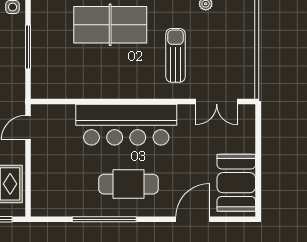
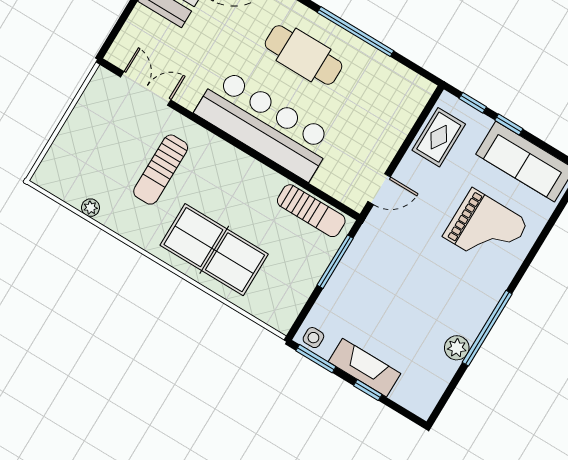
window: (28, 47) -> (335, 262), moved
sun lounger: (63, 87) -> (311, 211), added

